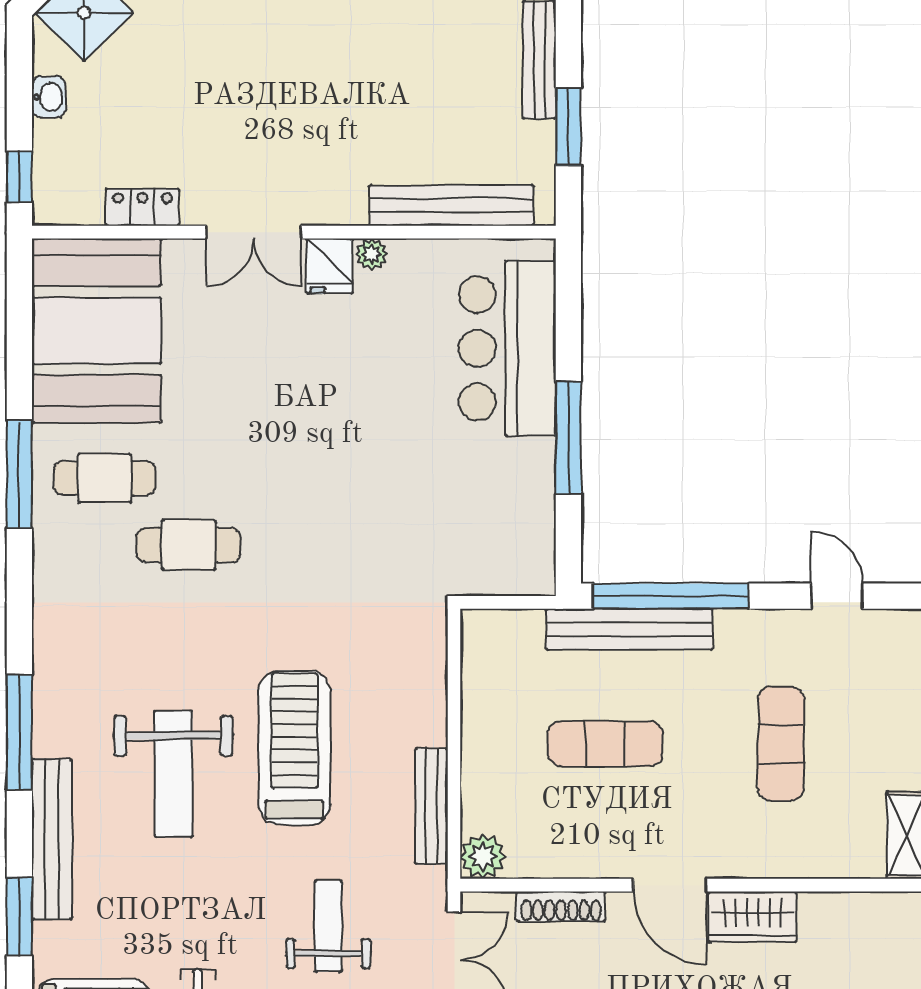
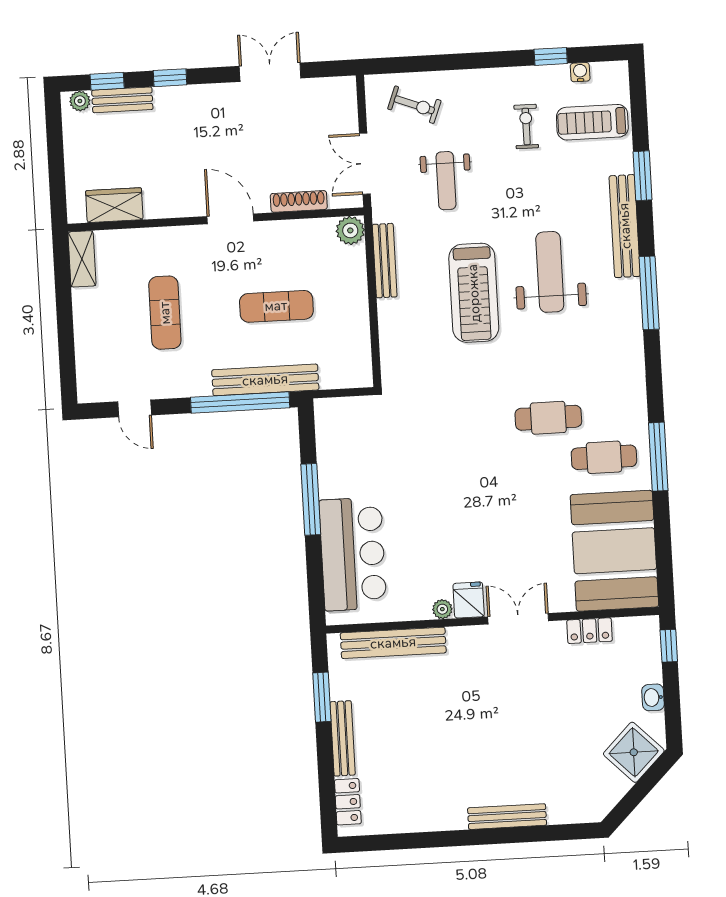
wardrobe: (753, 917) -> (114, 205), moved

